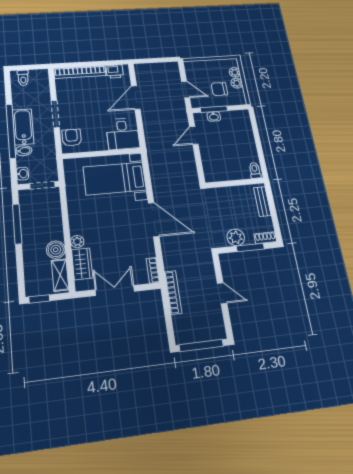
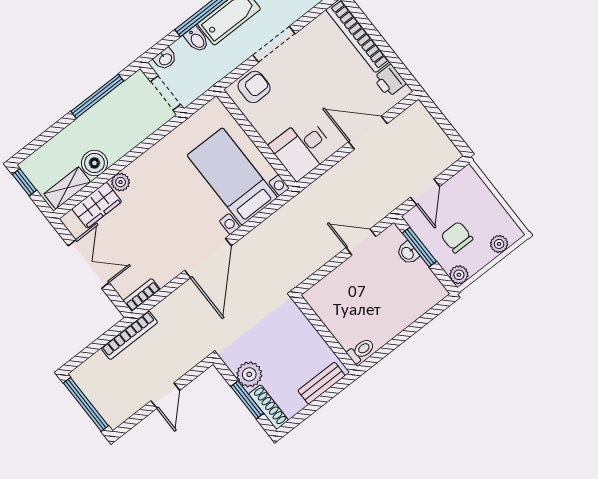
plant: (237, 83) -> (459, 275), moved
shoe rack: (265, 238) -> (268, 407), width x1.43

